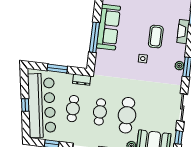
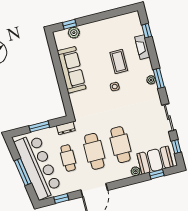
window: (94, 37) -> (62, 84), removed
window: (25, 105) -> (23, 172), width x2.17
cafe table: (100, 112) -> (94, 151), width x1.37, depth x1.35

